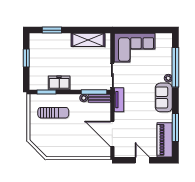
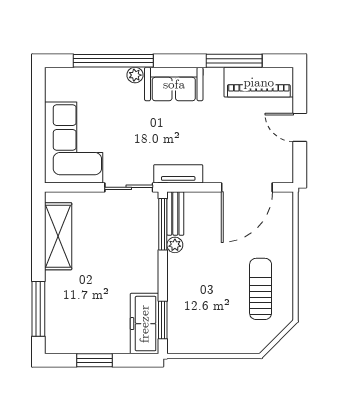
window: (52, 30) -> (38, 309), width x1.44
freezer: (59, 83) -> (144, 324), moved, width x1.40
sun lounger: (53, 113) -> (261, 289), moved
door: (142, 160) -> (300, 127), hinge flipped

